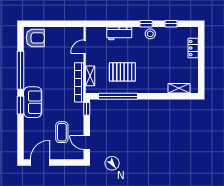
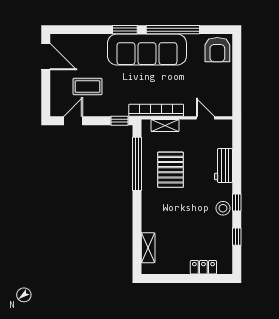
sofa: (33, 102) -> (147, 50), width x1.85, depth x1.27

